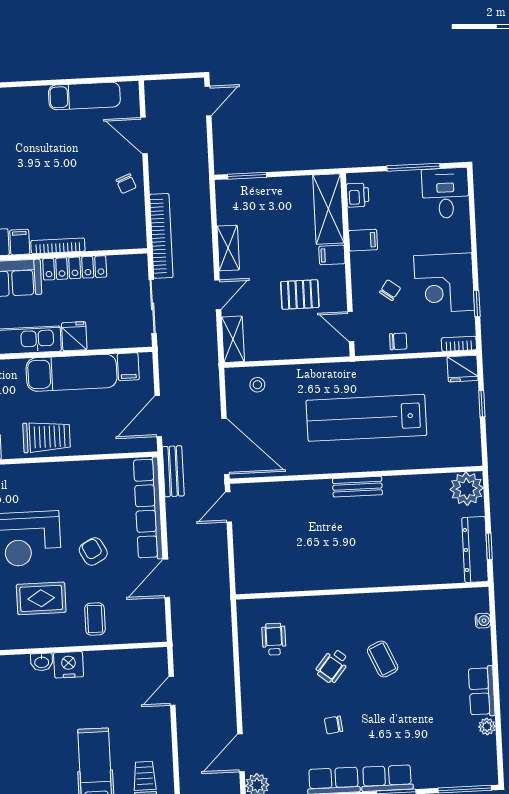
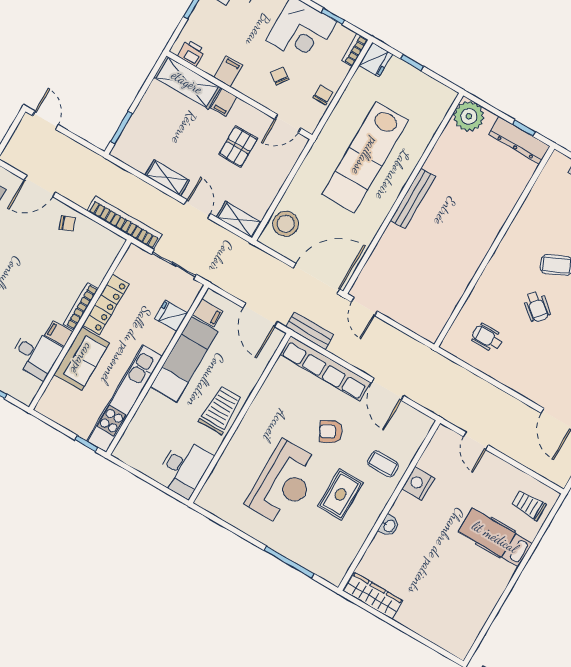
fridge: (74, 336) -> (171, 316), moved
stool: (257, 385) -> (286, 224), width x1.89, depth x1.89
bench: (357, 487) -> (413, 198), width x1.36
nightstand: (69, 665) -> (418, 483), moved

